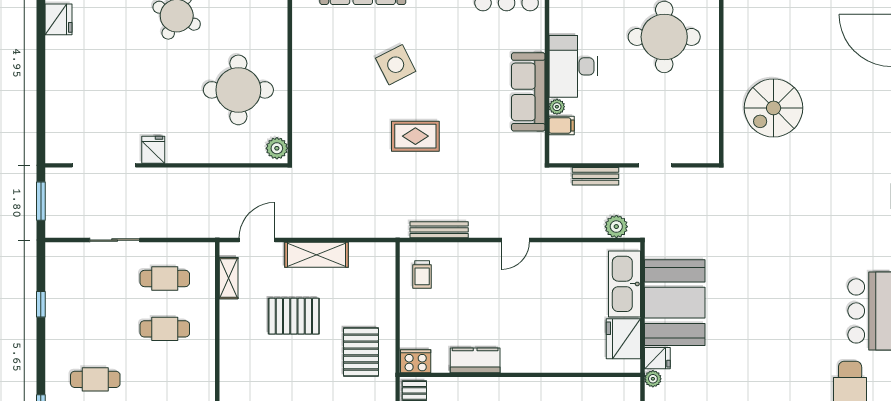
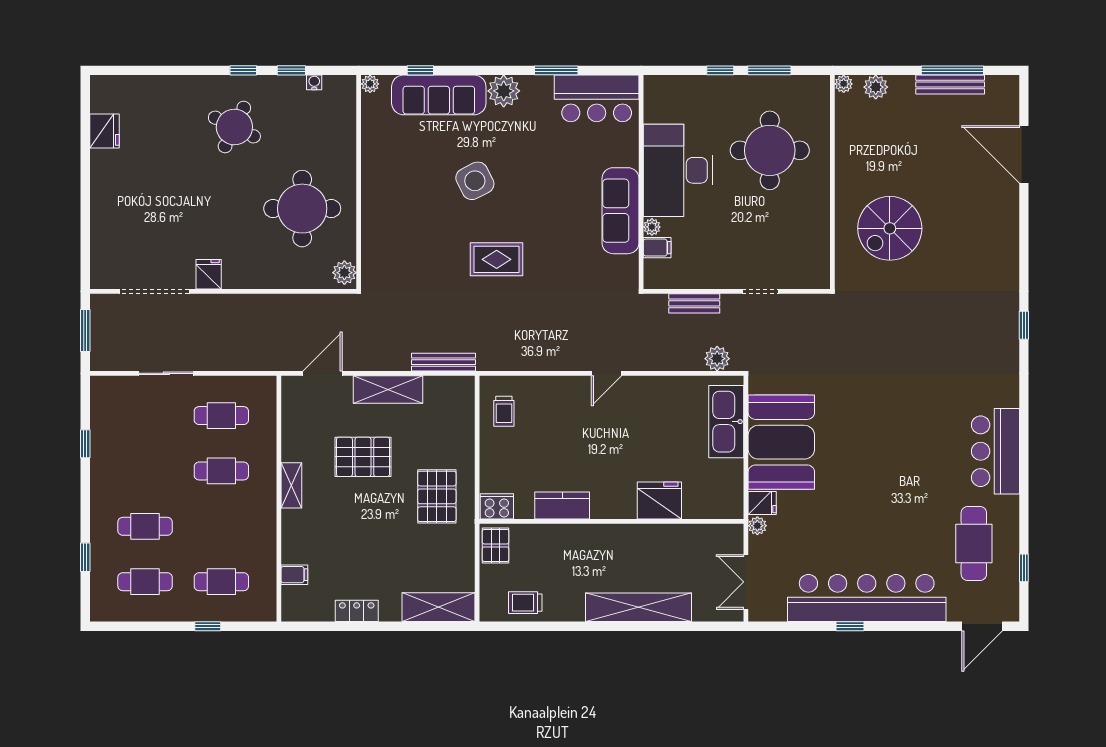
desk: (573, 66) -> (678, 170), width x1.36, depth x1.30
bench: (439, 230) -> (443, 362), moved
shelving: (229, 278) -> (291, 485), moved
fridge: (623, 339) -> (659, 500), moved, turned 90

